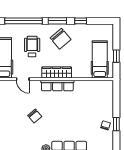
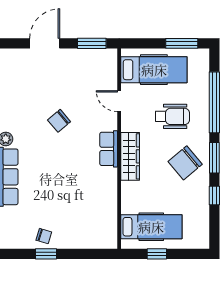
door: (23, 79) -> (119, 101), hinge flipped
row of seats: (57, 86) -> (109, 149), width x0.68

